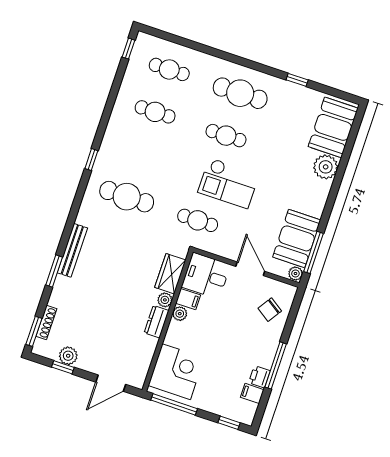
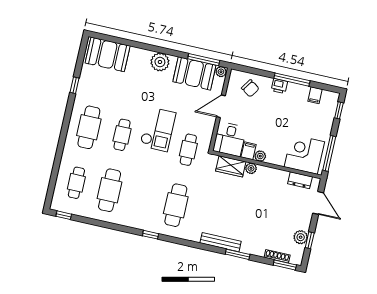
cafe table: (155, 112) -> (110, 190), width x1.37, depth x1.35
plant: (326, 167) -> (160, 62), moved
dresser: (156, 322) -> (300, 180), moved
printer: (259, 377) -> (279, 86), moved

